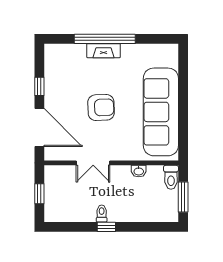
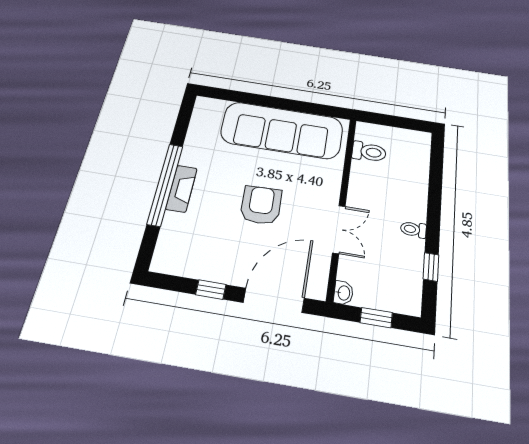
washbasin: (139, 171) -> (343, 293), moved
toilet: (171, 177) -> (369, 152), moved
window: (183, 197) -> (399, 122), removed
window: (106, 227) -> (431, 267), moved

